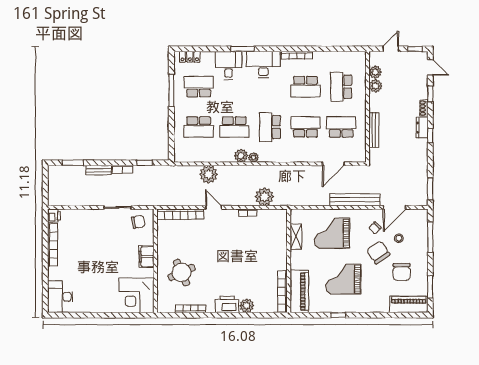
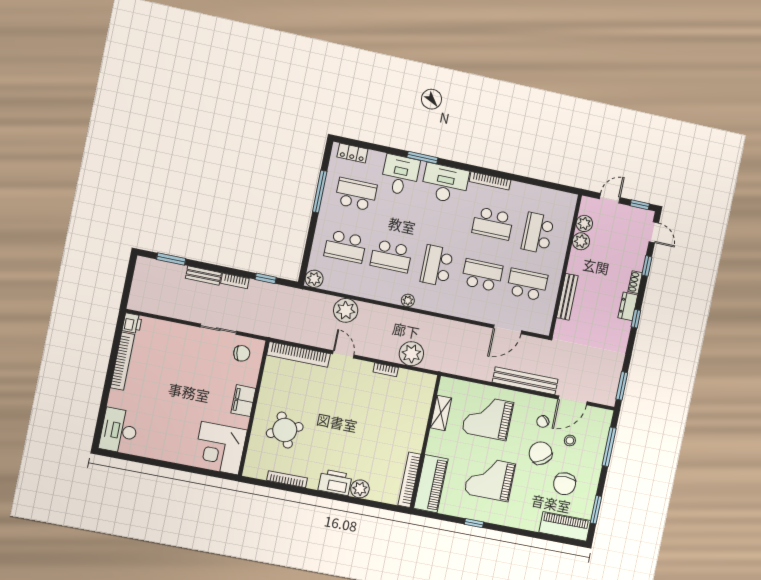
plant: (241, 156) -> (314, 279), moved

